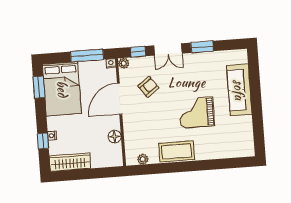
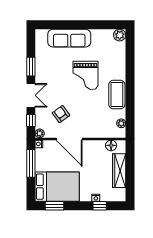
floor lamp: (115, 137) -> (111, 145), moved
plant: (247, 150) -> (120, 35), added
wardrobe: (70, 162) -> (119, 171), moved

